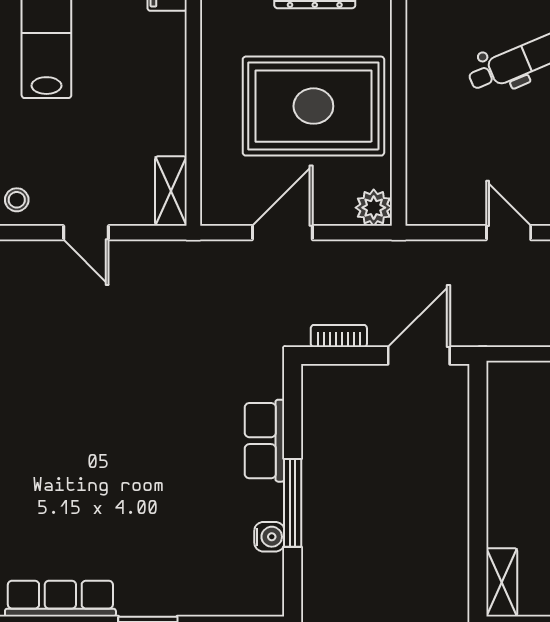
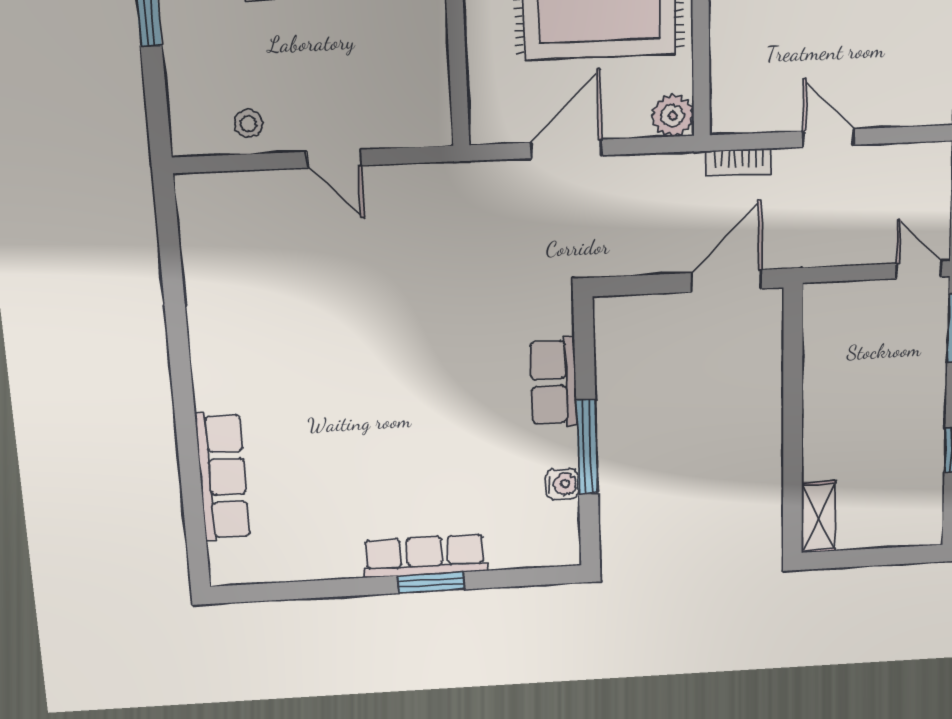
shelving: (171, 191) -> (433, 106), removed
bookcase: (339, 336) -> (739, 162), moved, turned 180
row of seats: (60, 599) -> (425, 556), moved

